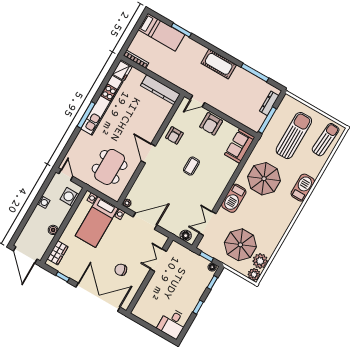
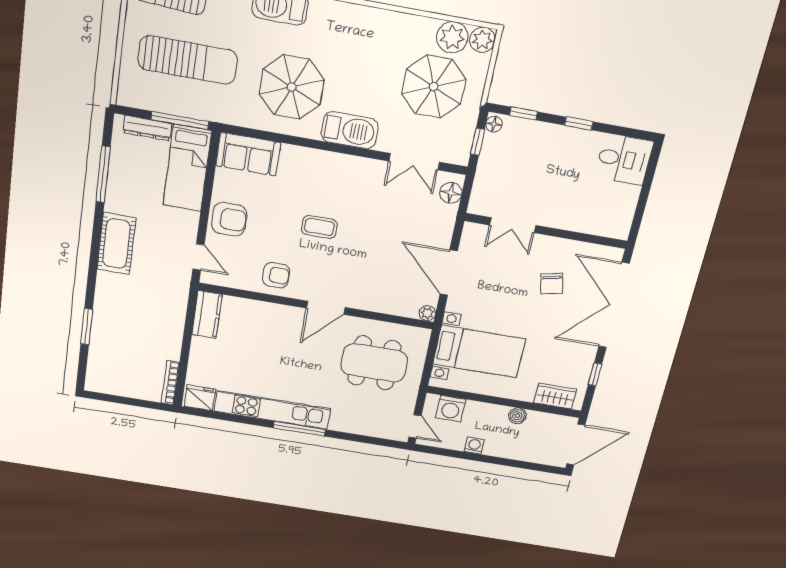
bed: (161, 32) -> (187, 168), moved, turned 180
kitchen counter: (160, 90) -> (207, 315), width x0.67
sun lounger: (294, 136) -> (188, 60), turned 180
door: (66, 175) -> (415, 426), swing flipped

